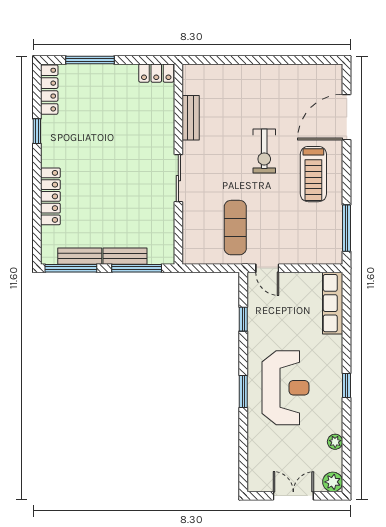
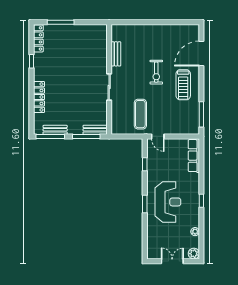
locker: (156, 73) -> (97, 29), removed
bench: (125, 256) -> (95, 130), moved

